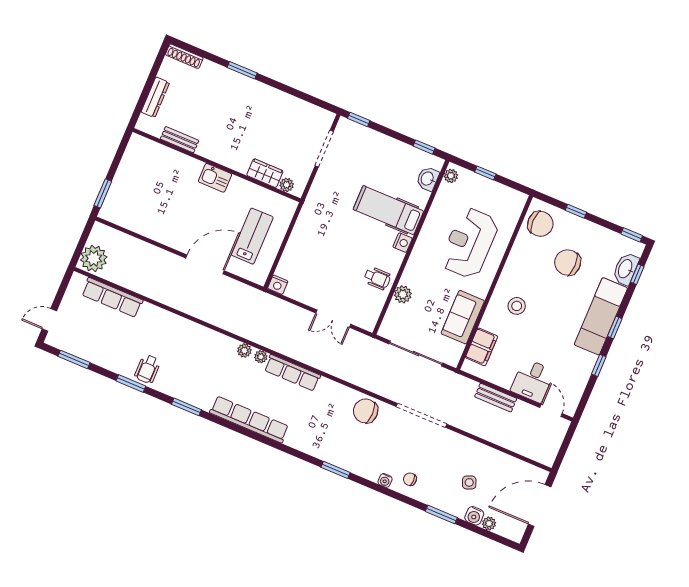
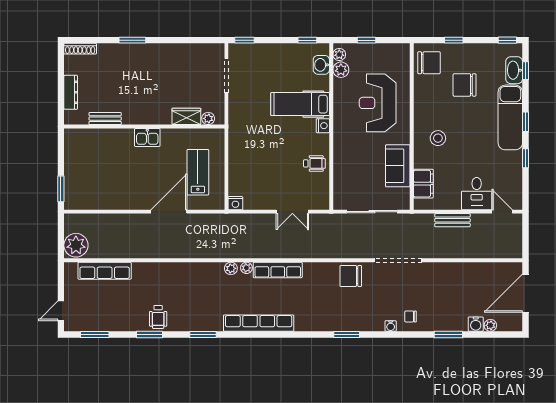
plant: (403, 294) -> (341, 70), moved
side table: (469, 482) -> (460, 299), removed

